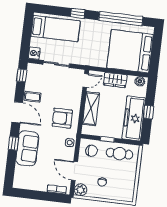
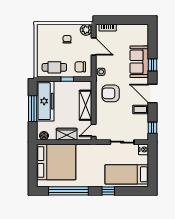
window: (148, 112) -> (33, 109), width x2.17
armchair: (62, 118) -> (111, 93), turned 180

